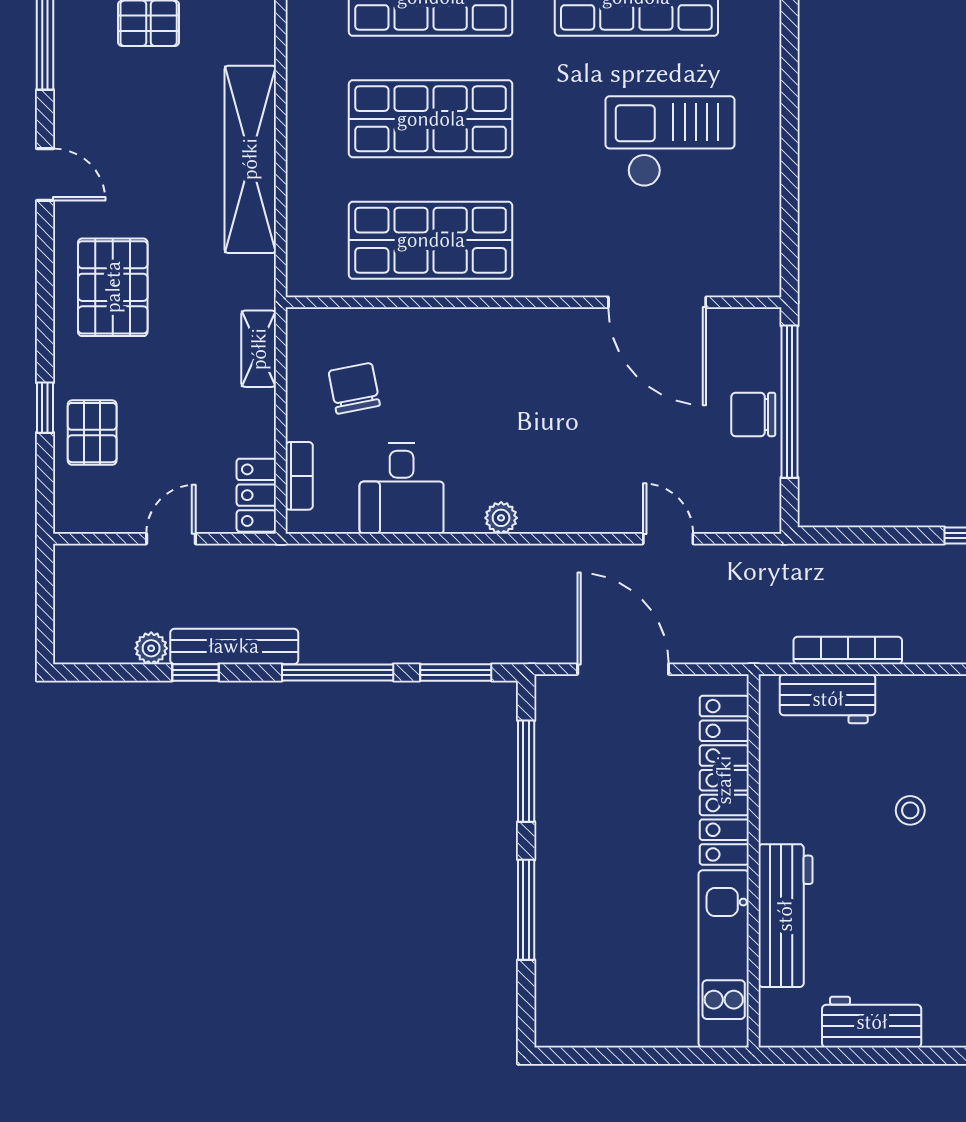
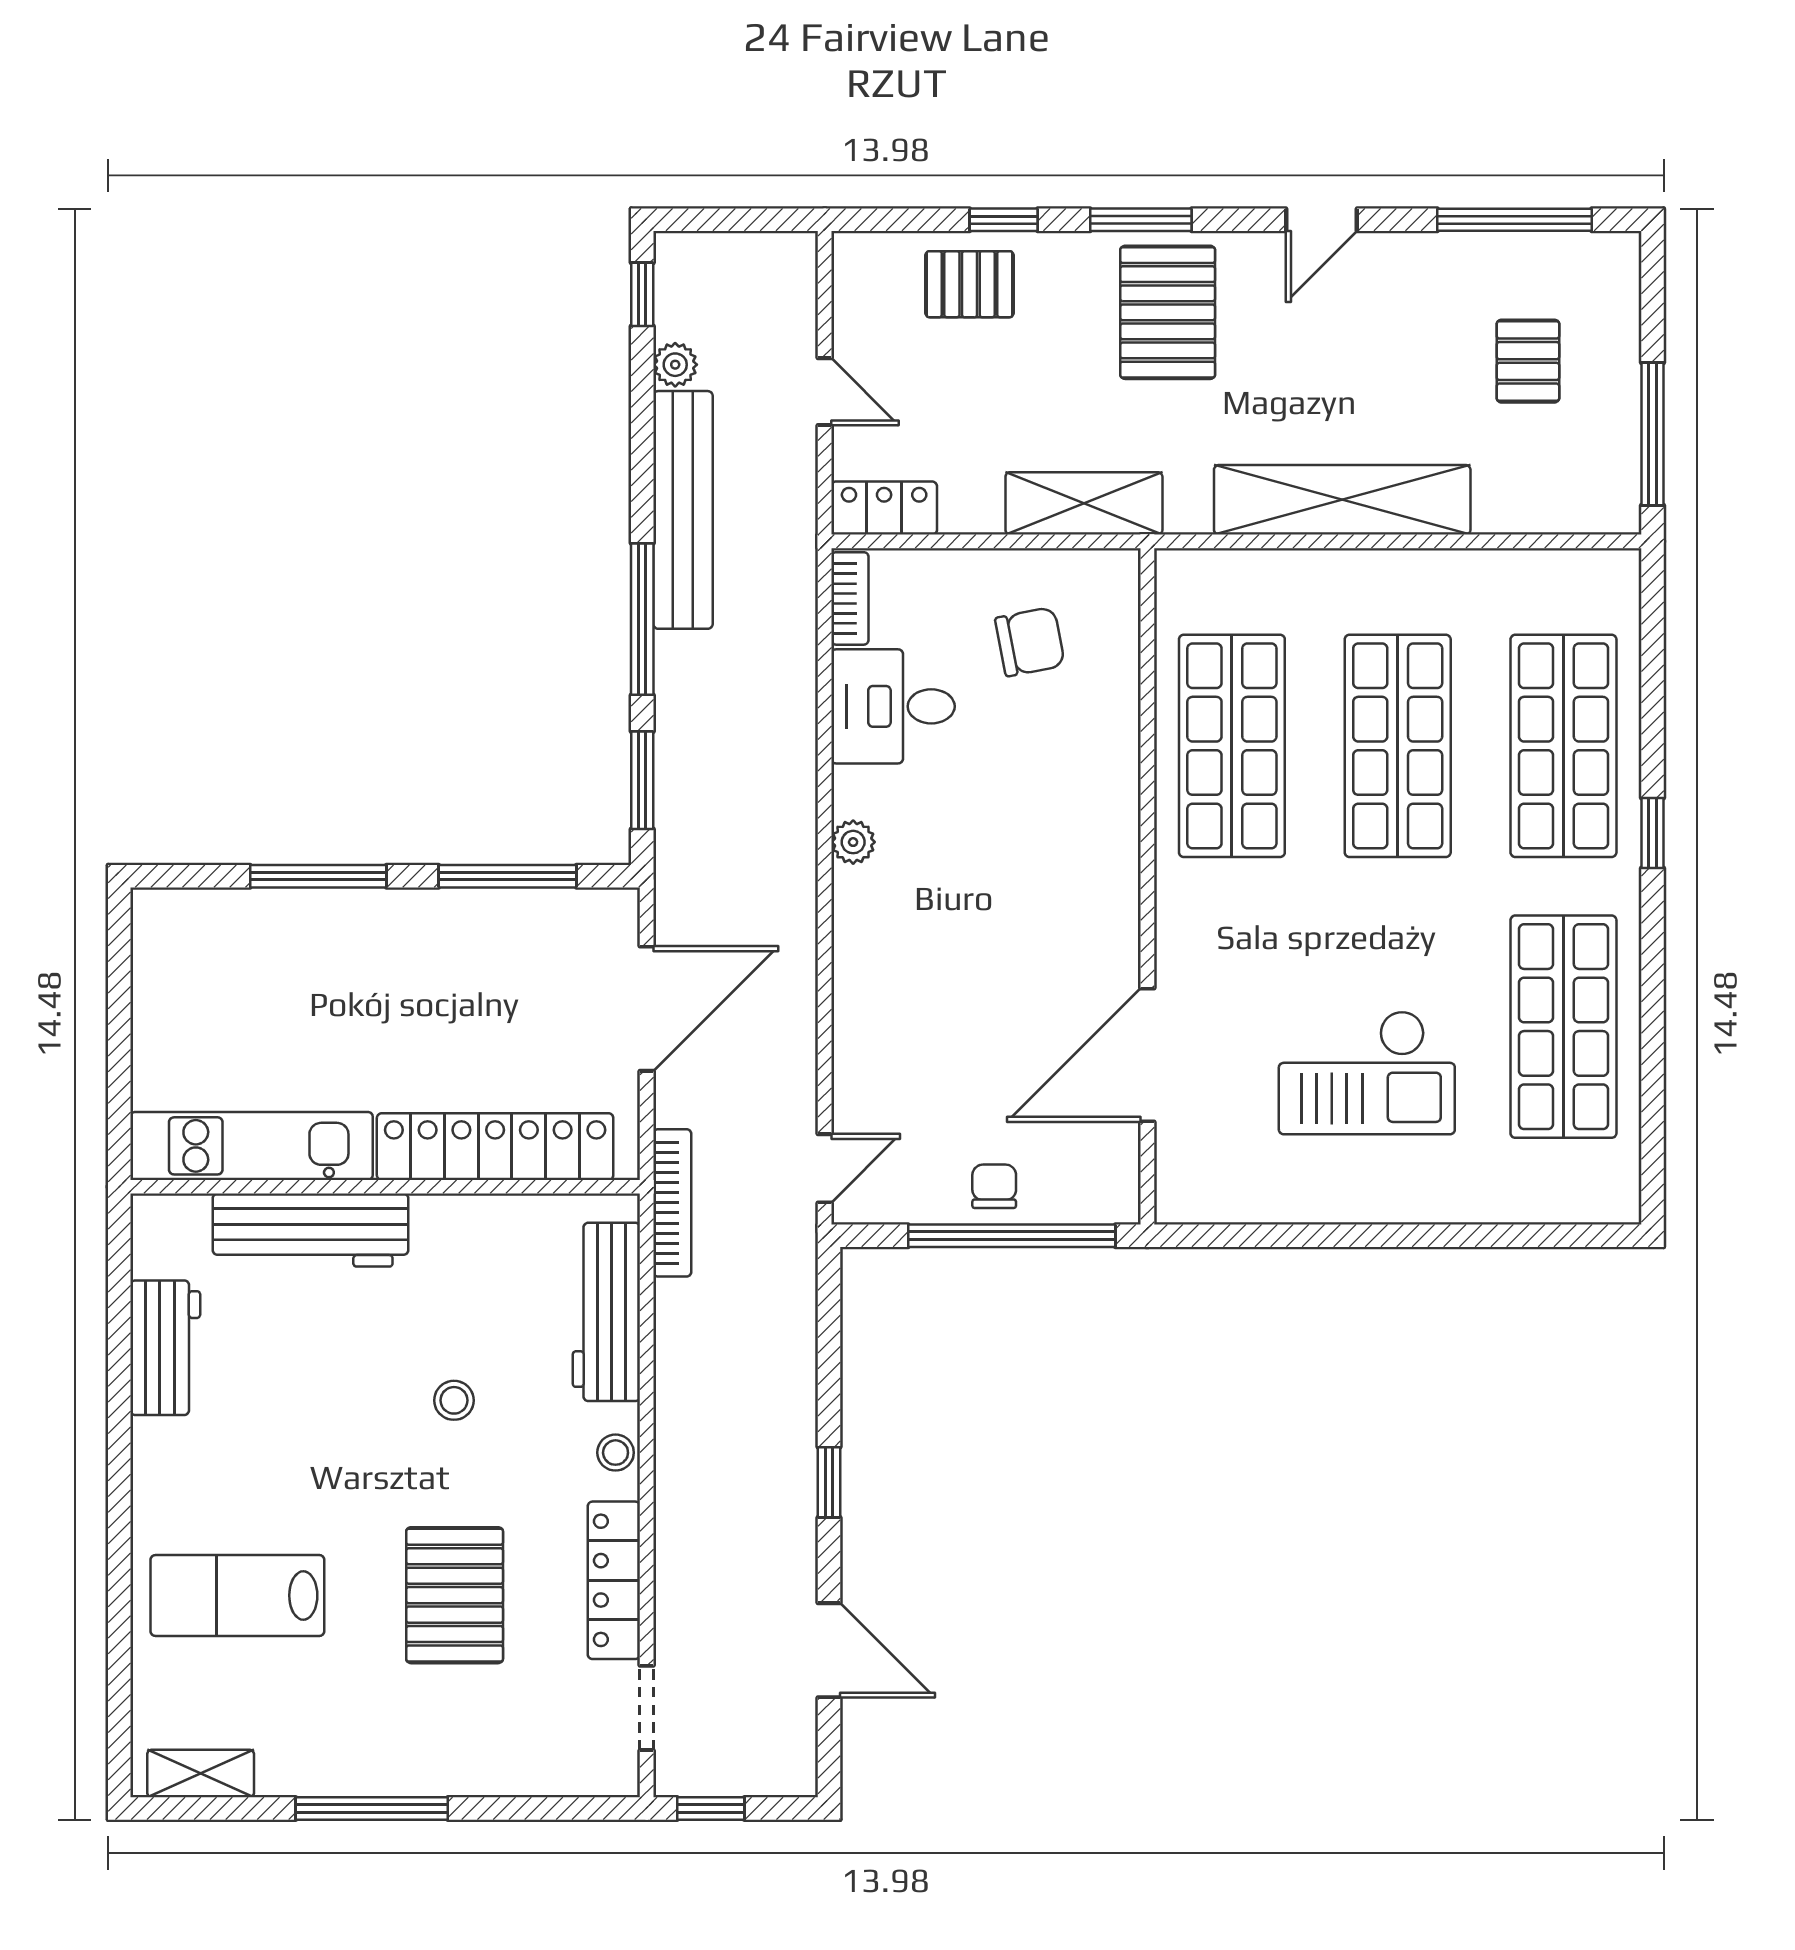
checkout: (670, 141) -> (1367, 1073), turned 90
pallet: (113, 287) -> (1168, 312), turned 90
window: (45, 307) -> (1141, 220), added
shelving: (259, 349) -> (1084, 503), width x1.50, depth x1.33
chair: (753, 414) -> (994, 1186), width x0.73, depth x0.73
bookcase: (299, 476) -> (850, 598), moved, turned -90
door: (668, 539) -> (825, 1168), moved
bench: (234, 646) -> (683, 510), width x1.37, depth x1.21
bookcase: (848, 650) -> (672, 1203), moved
window: (195, 672) -> (642, 294), moved
stool: (948, 692) -> (616, 1453), added
workbench: (828, 699) -> (606, 1312), width x1.38

